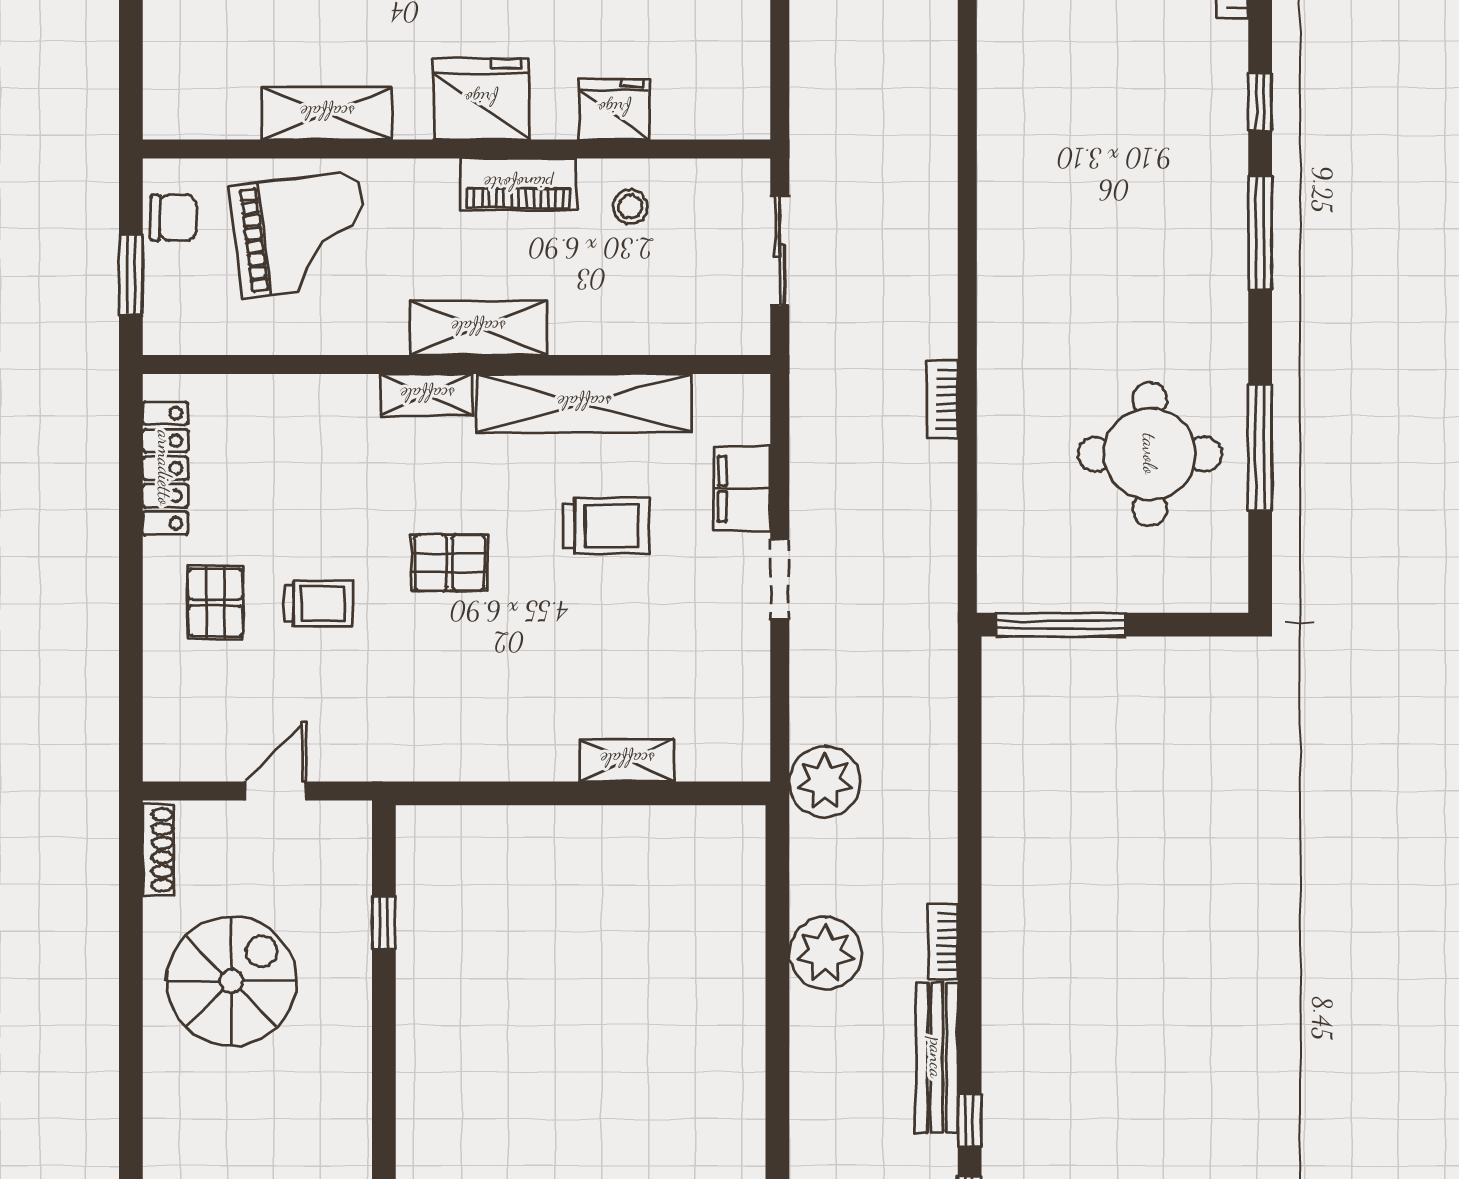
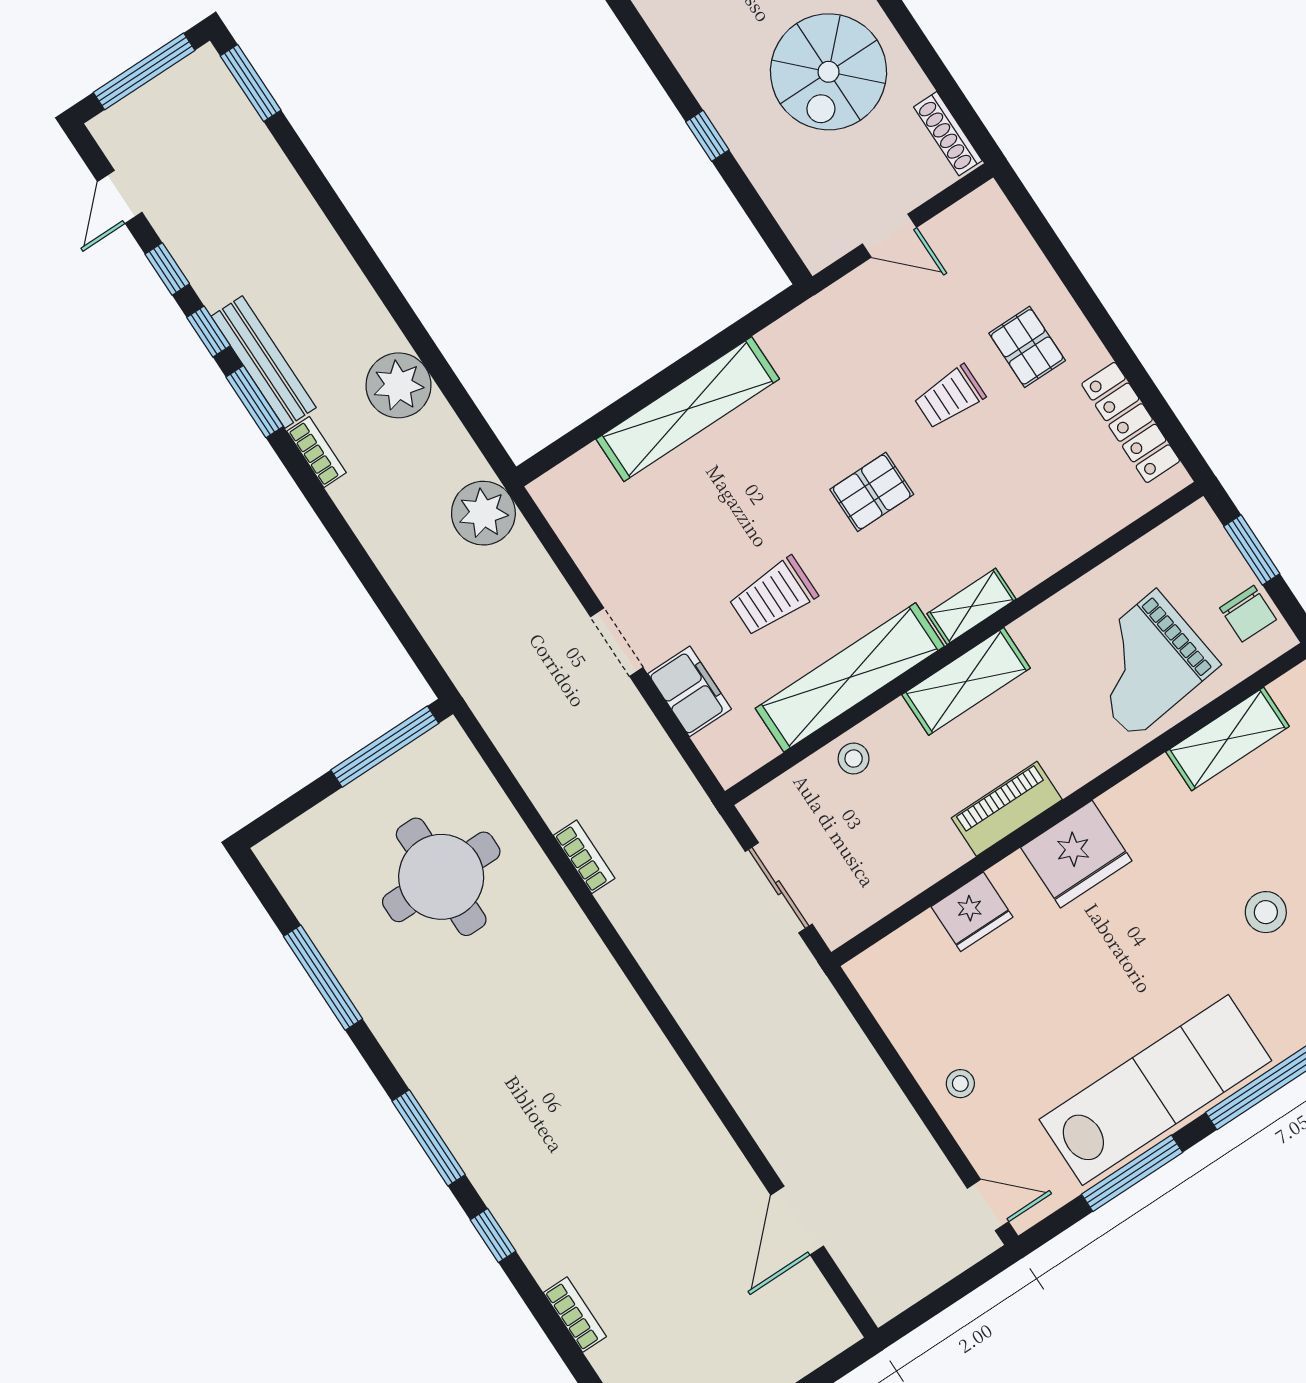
shelving: (327, 113) -> (1228, 739), moved
stool: (630, 207) -> (854, 759), moved
chair: (173, 218) -> (1248, 614), turned -90
round table: (1150, 454) -> (441, 877), moved
shelving: (627, 760) -> (688, 409), width x2.20, depth x1.33
door: (275, 791) -> (889, 236), hinge flipped
window: (384, 923) -> (707, 136), moved
window: (970, 1026) -> (255, 402), added

